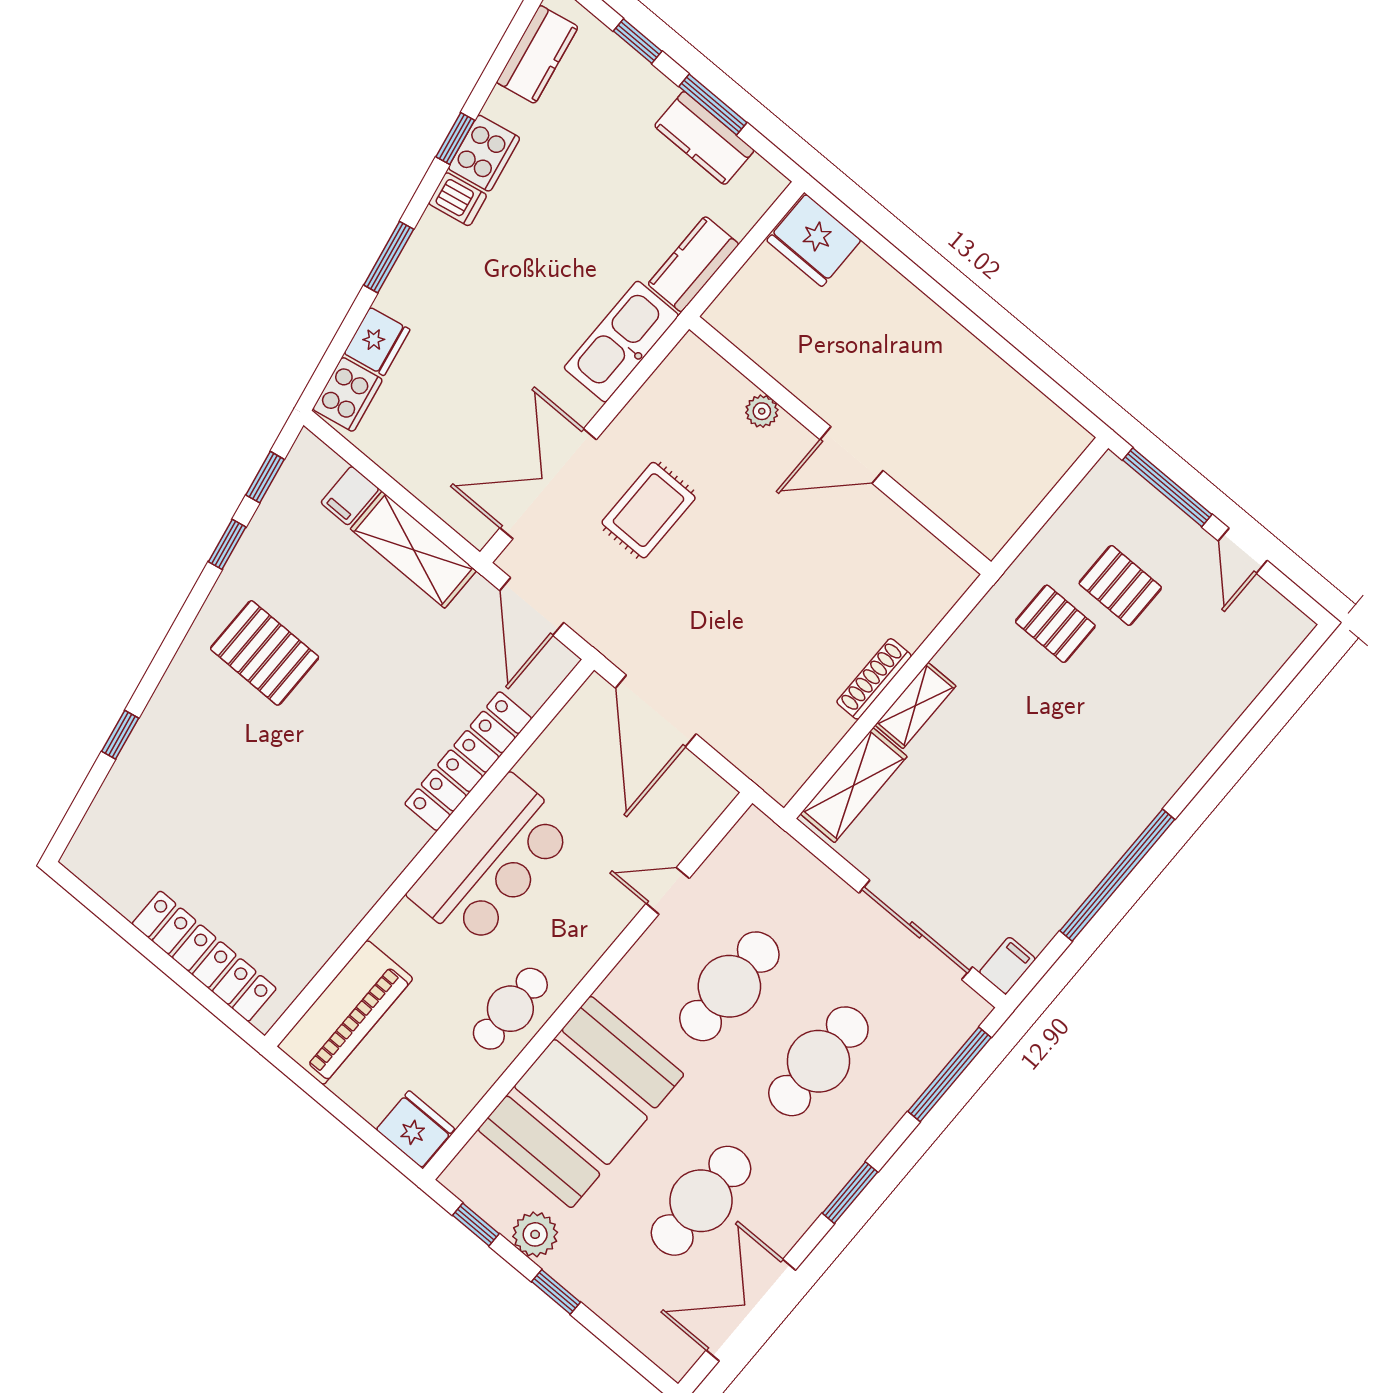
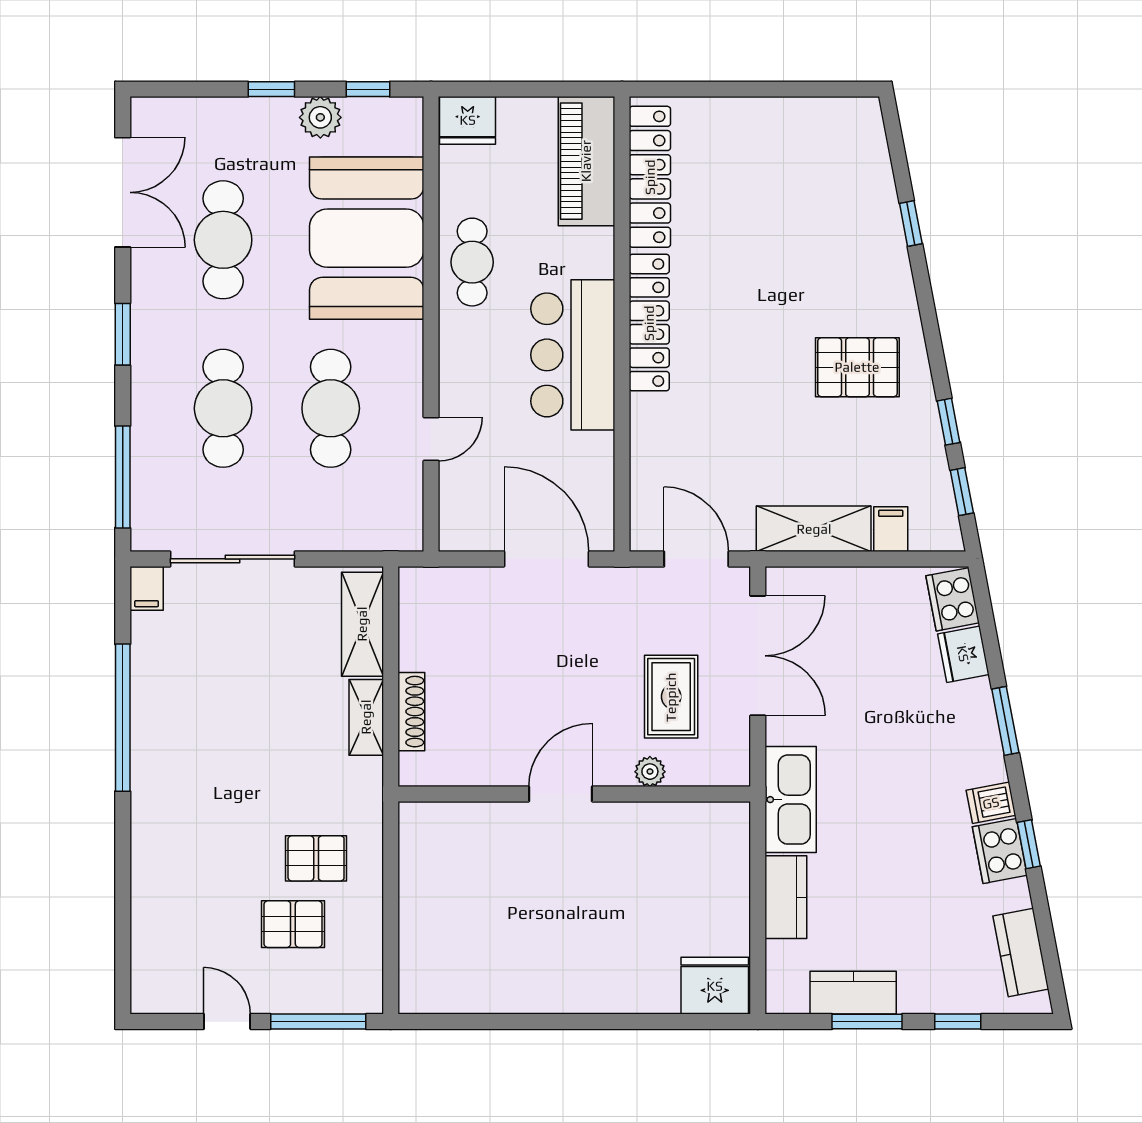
plant: (762, 411) -> (650, 772), moved
wall: (840, 445) -> (574, 794), moved
door: (851, 455) -> (561, 794), moved
locker: (468, 761) -> (649, 323), moved
locker: (204, 956) -> (650, 177), moved, turned -90

